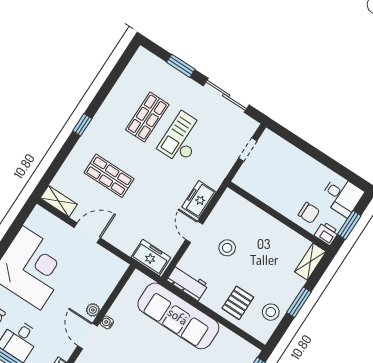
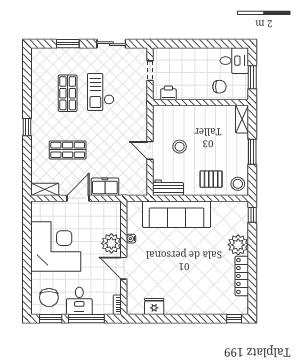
sliding door: (226, 95) -> (111, 44), width x0.73
freezer: (199, 199) -> (139, 126), removed
printer: (327, 234) -> (168, 93), moved
freezer: (151, 257) -> (105, 187), moved
pallet: (238, 303) -> (211, 179), turned 90
plant: (93, 310) -> (111, 243), width x1.87, depth x1.87
stool: (271, 312) -> (238, 184), moved
water cooler: (107, 322) -> (131, 239), moved

